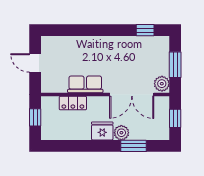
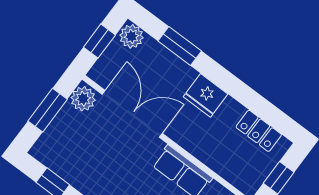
locker: (73, 103) -> (259, 131), moved, turned 180
plant: (121, 133) -> (131, 36), moved

